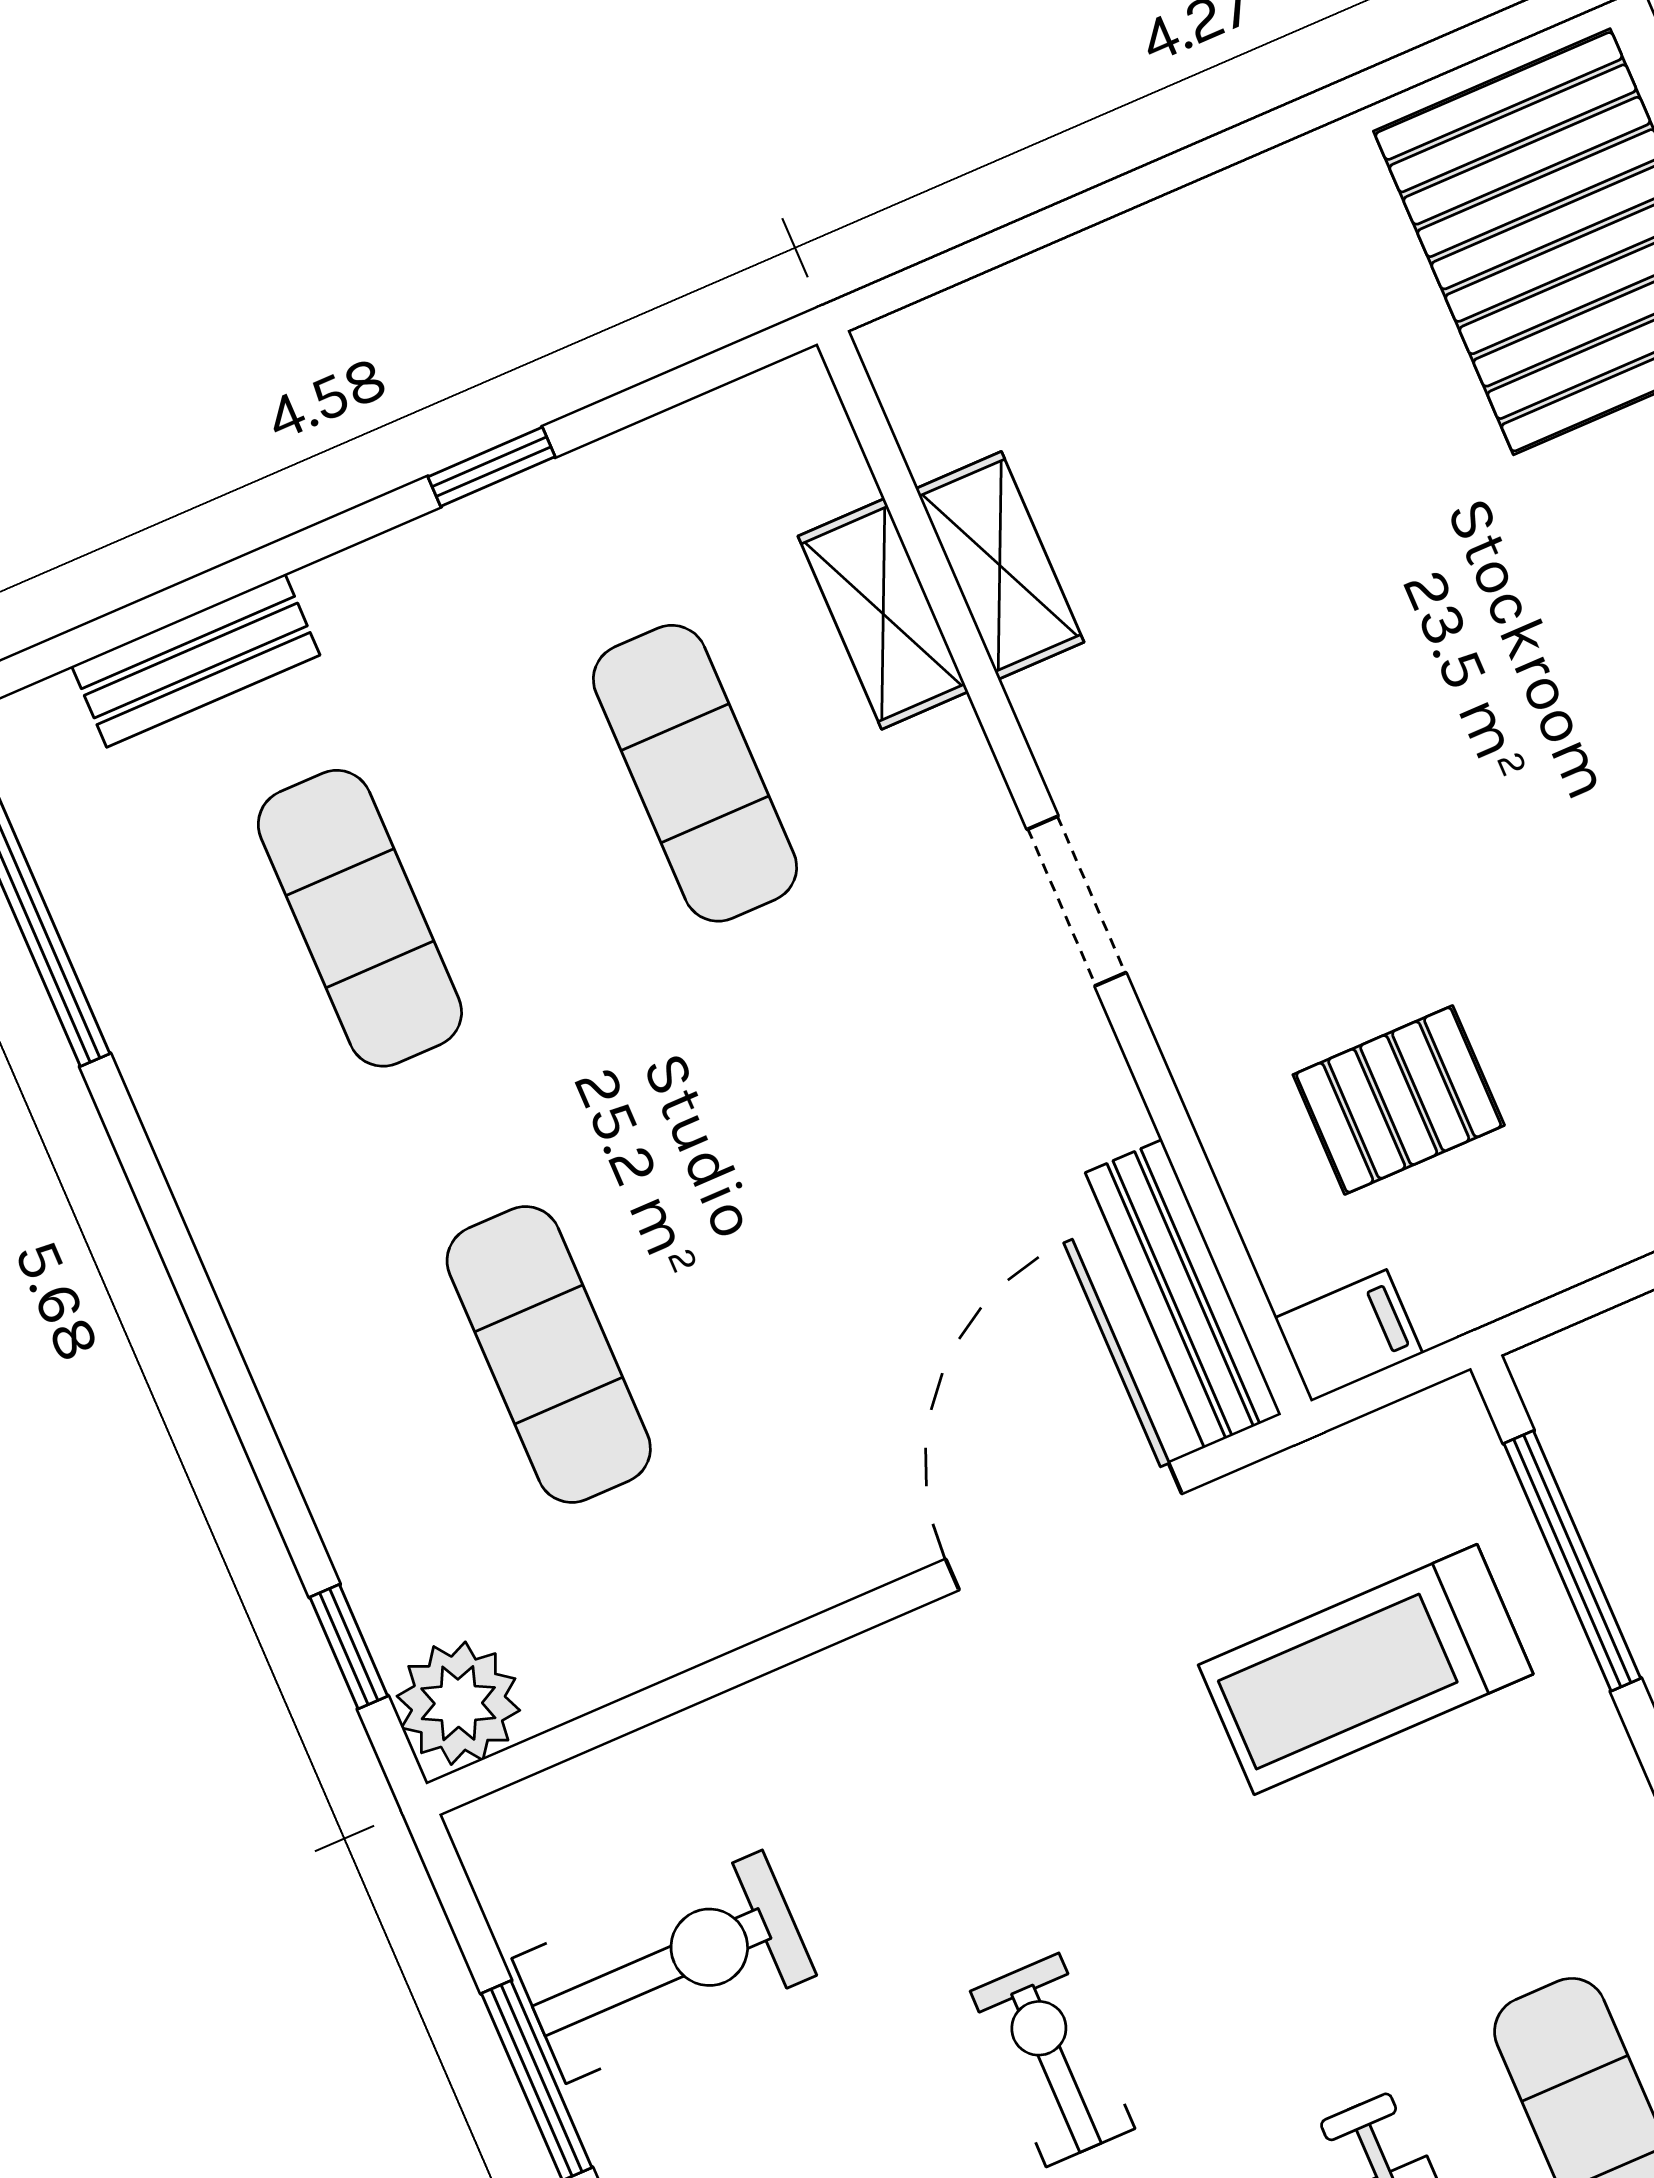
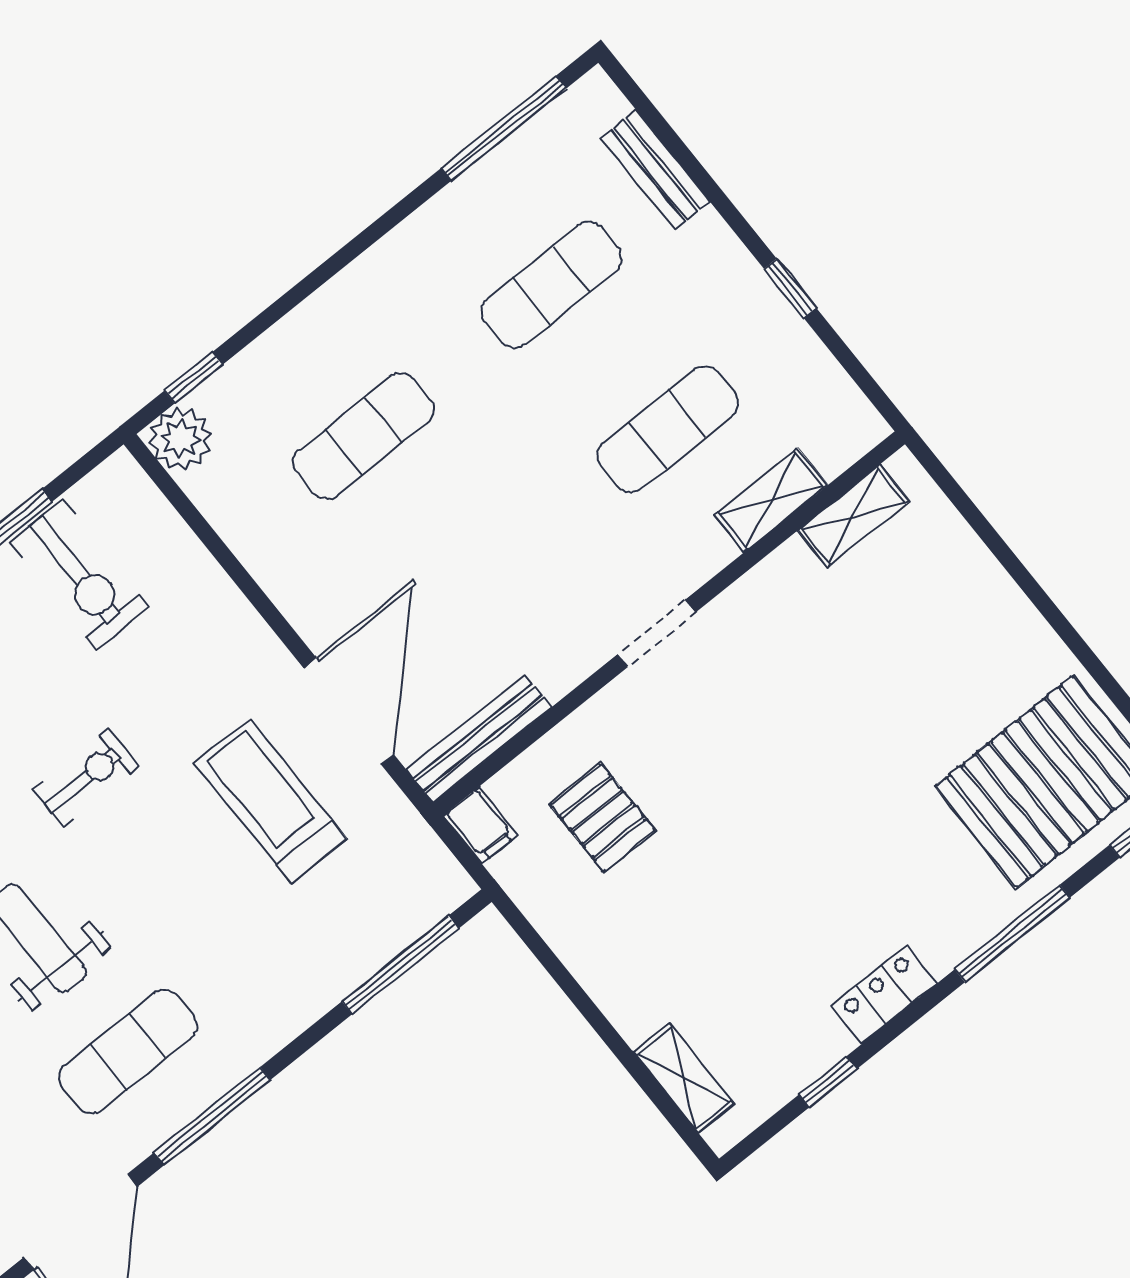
shelving: (1000, 565) -> (854, 516), moved
door: (1064, 1526) -> (349, 711), hinge flipped
treadmill: (1366, 1669) -> (271, 801), moved

